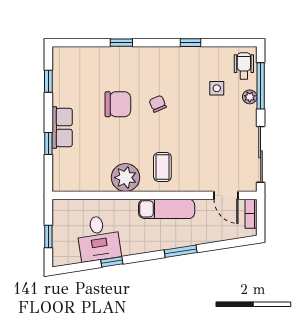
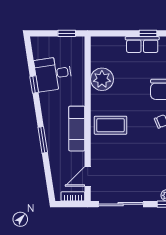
window: (48, 144) -> (148, 33), moved
coffee table: (162, 167) -> (111, 125), width x1.36, depth x1.30
plant: (126, 178) -> (102, 79), moved
window: (48, 237) -> (67, 33), moved

